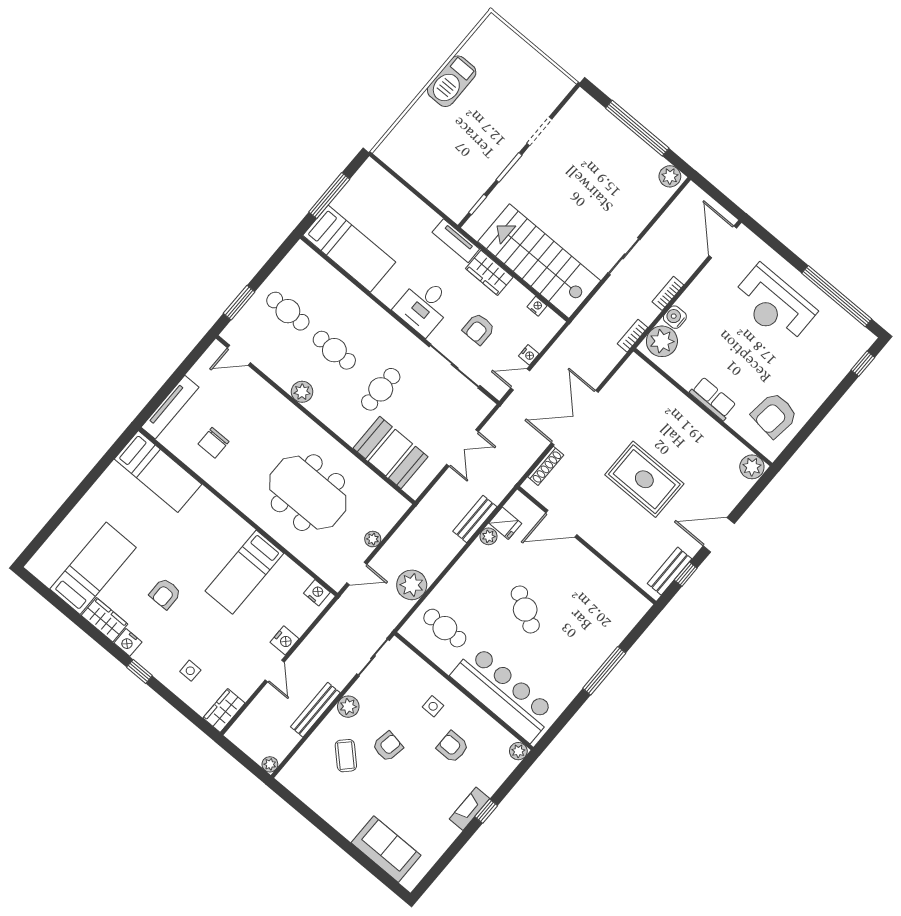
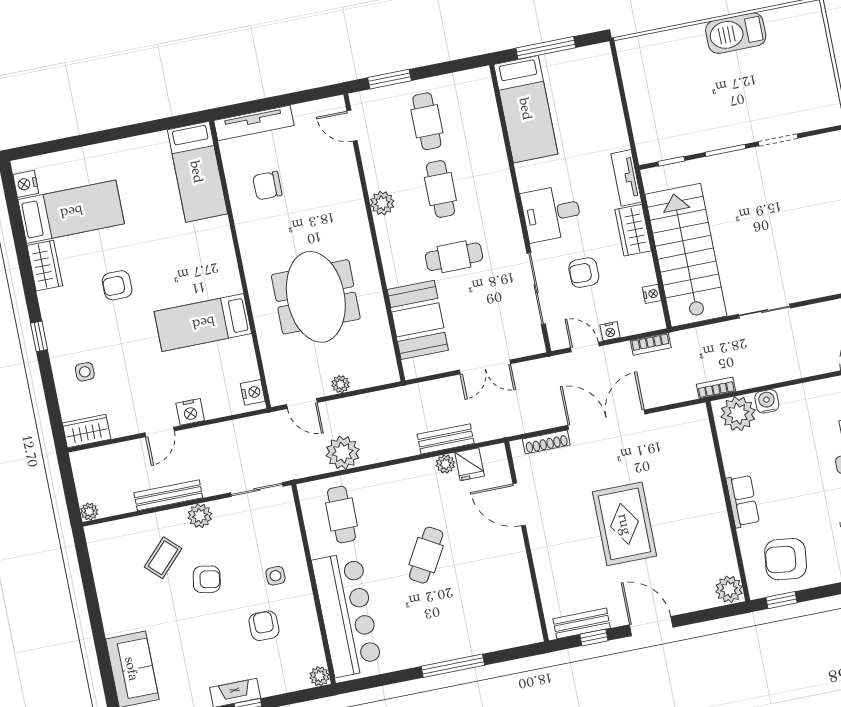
bookcase: (668, 293) -> (651, 344), moved, turned 180
window: (794, 446) -> (781, 600), added
nightstand: (128, 642) -> (26, 184), moved

